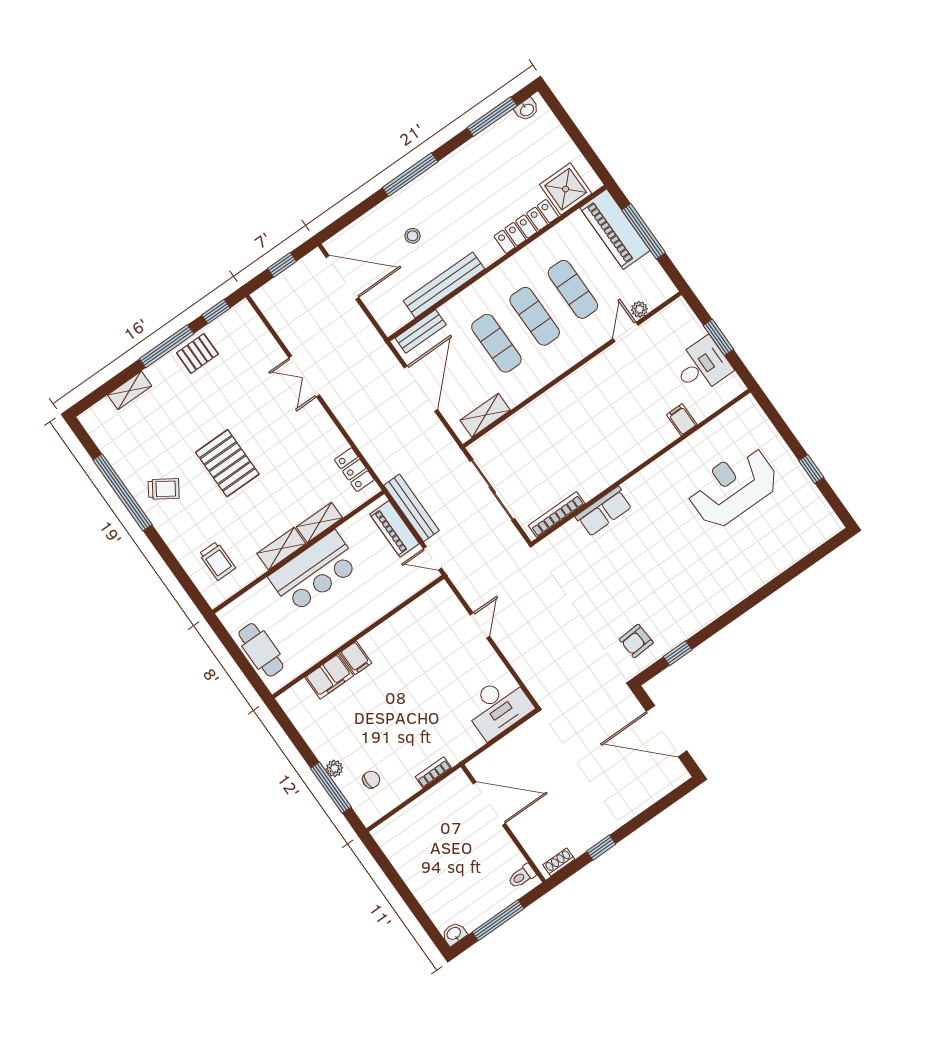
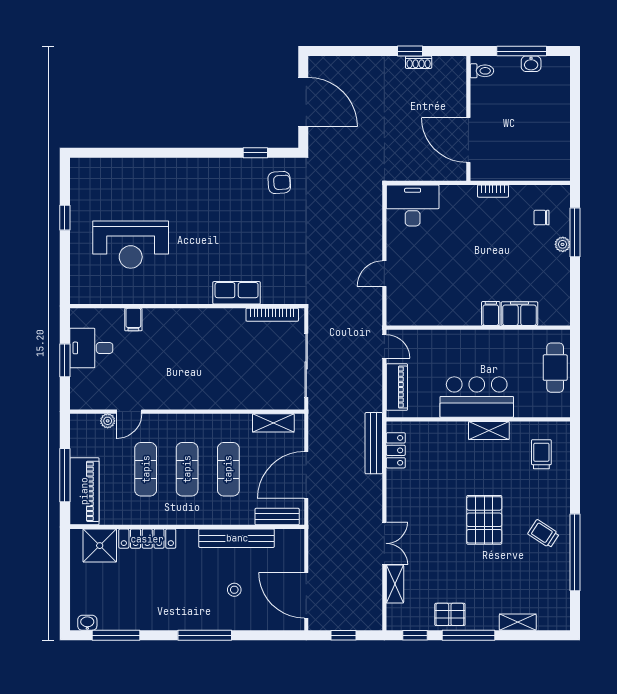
bench: (411, 508) -> (374, 443), moved
shelving: (319, 522) -> (395, 584), moved, turned 90
shoe rack: (559, 862) -> (419, 62), moved
washbasin: (454, 934) -> (531, 64), moved

